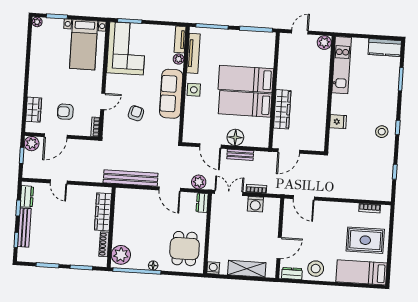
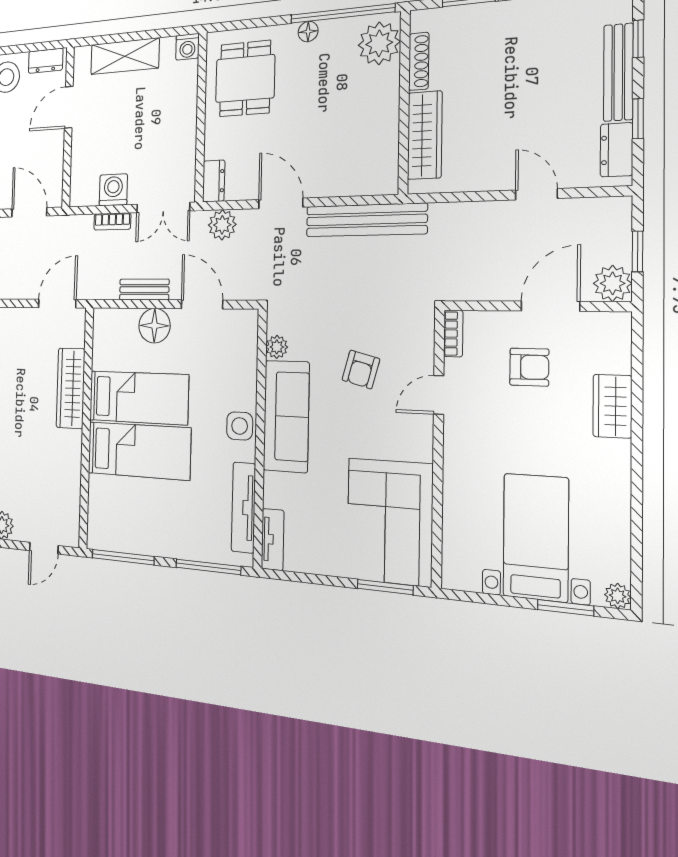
bed with nightstands: (84, 45) -> (536, 537), moved
plant: (179, 59) -> (277, 347), moved
wardrobe: (34, 110) -> (612, 406), moved

